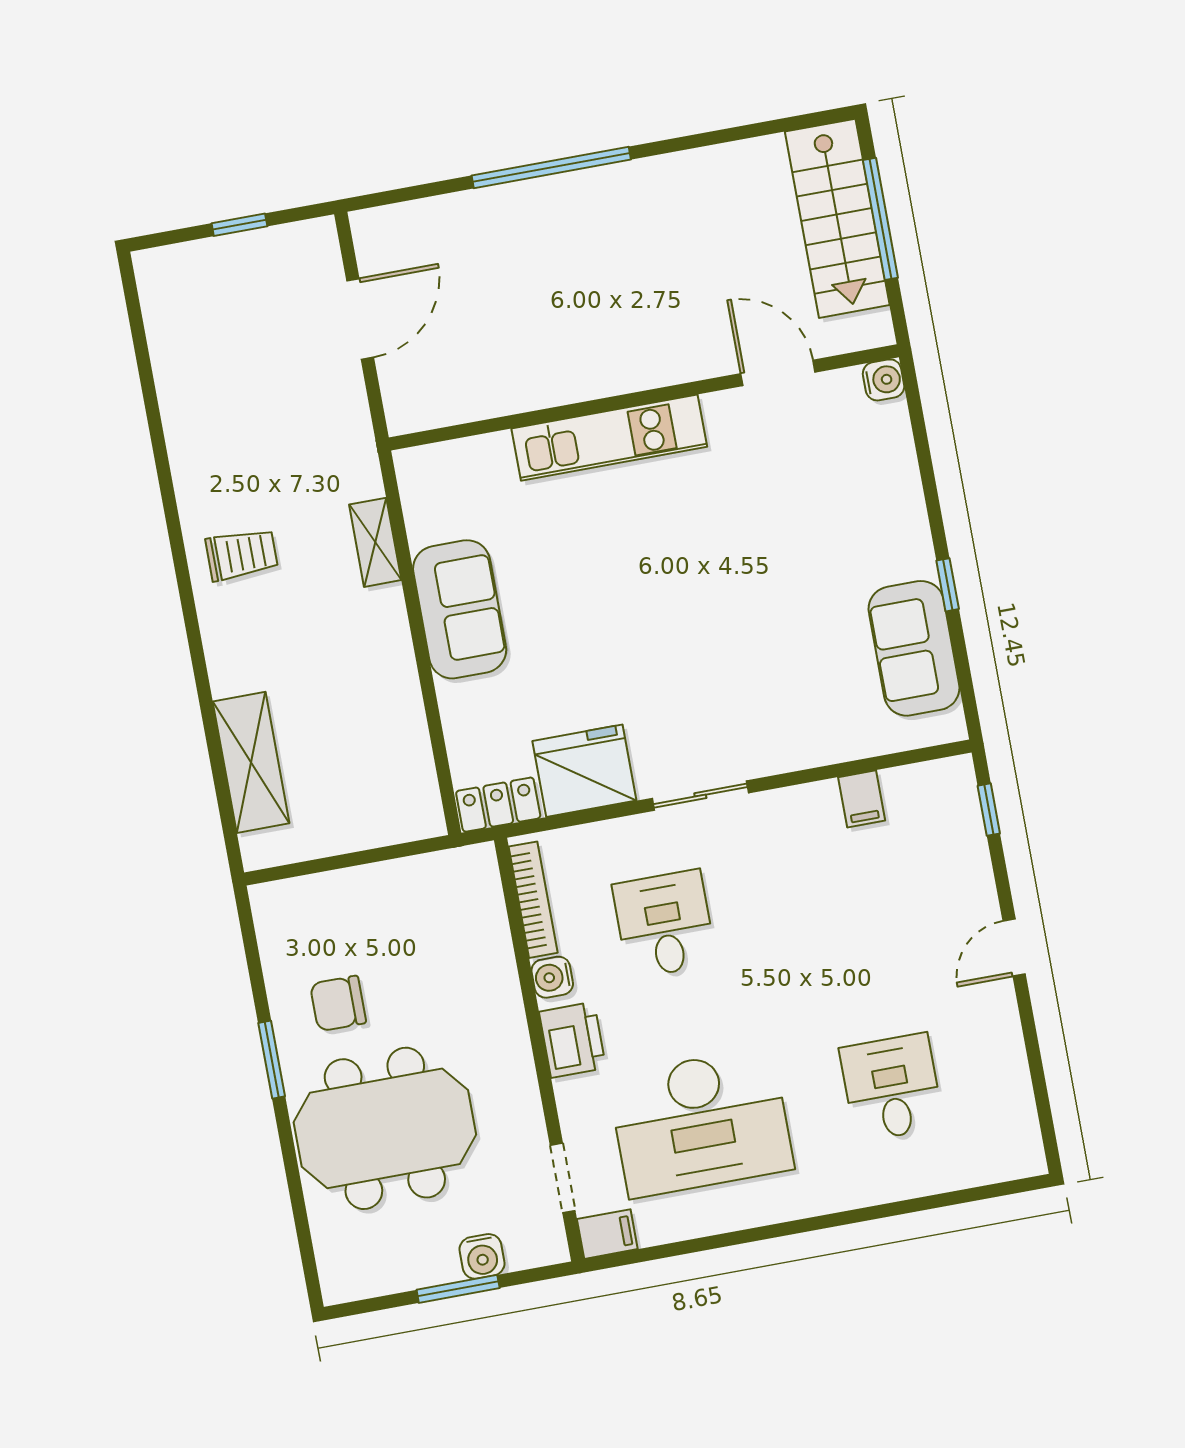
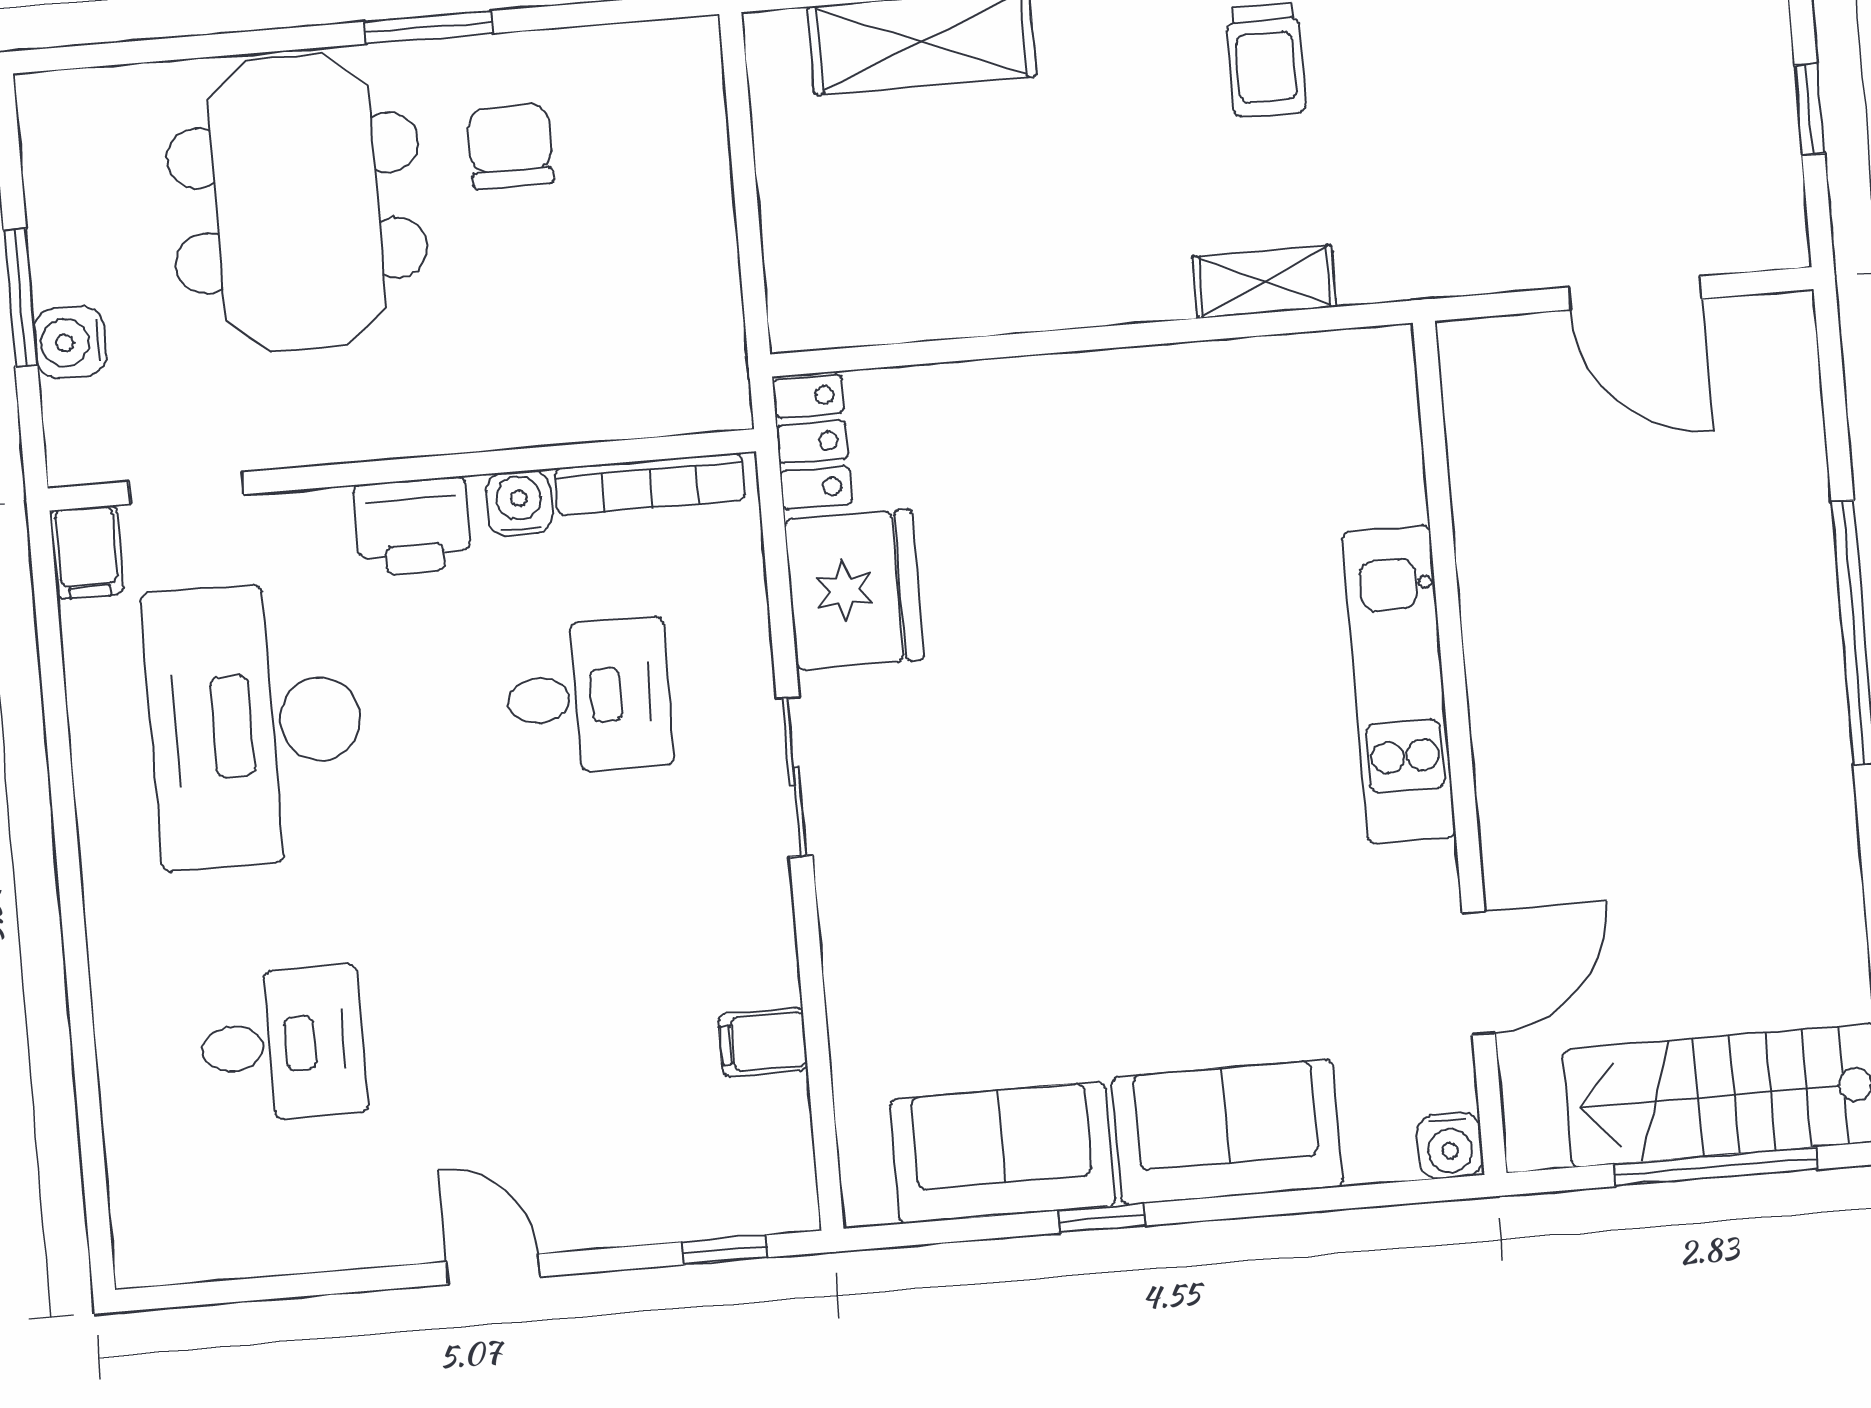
sofa: (460, 609) -> (1227, 1132), moved, turned 180

